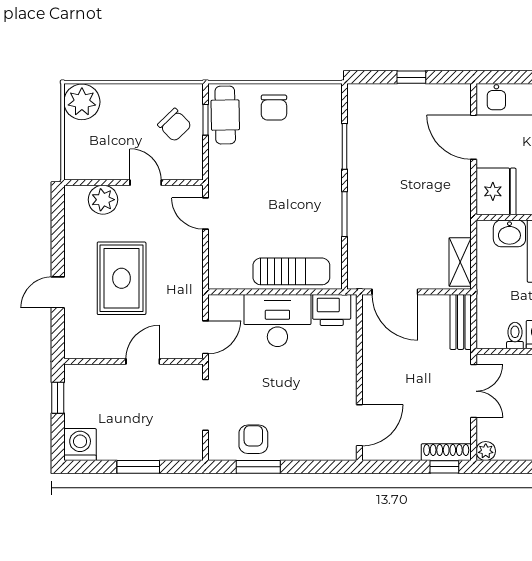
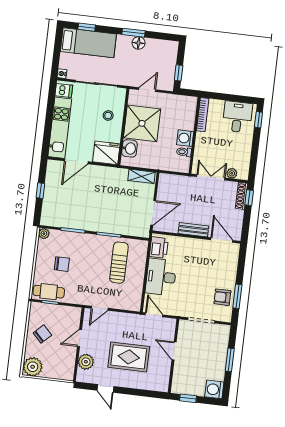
plant: (332, 93) -> (44, 234), added
chair: (274, 108) -> (62, 264), moved
chair: (175, 125) -> (42, 334), moved
sun lounger: (291, 271) -> (119, 263), moved
door: (58, 292) -> (105, 388), moved
bench: (461, 322) -> (193, 230), moved
door: (205, 337) -> (154, 315), moved
plant: (486, 451) -> (232, 173), moved

